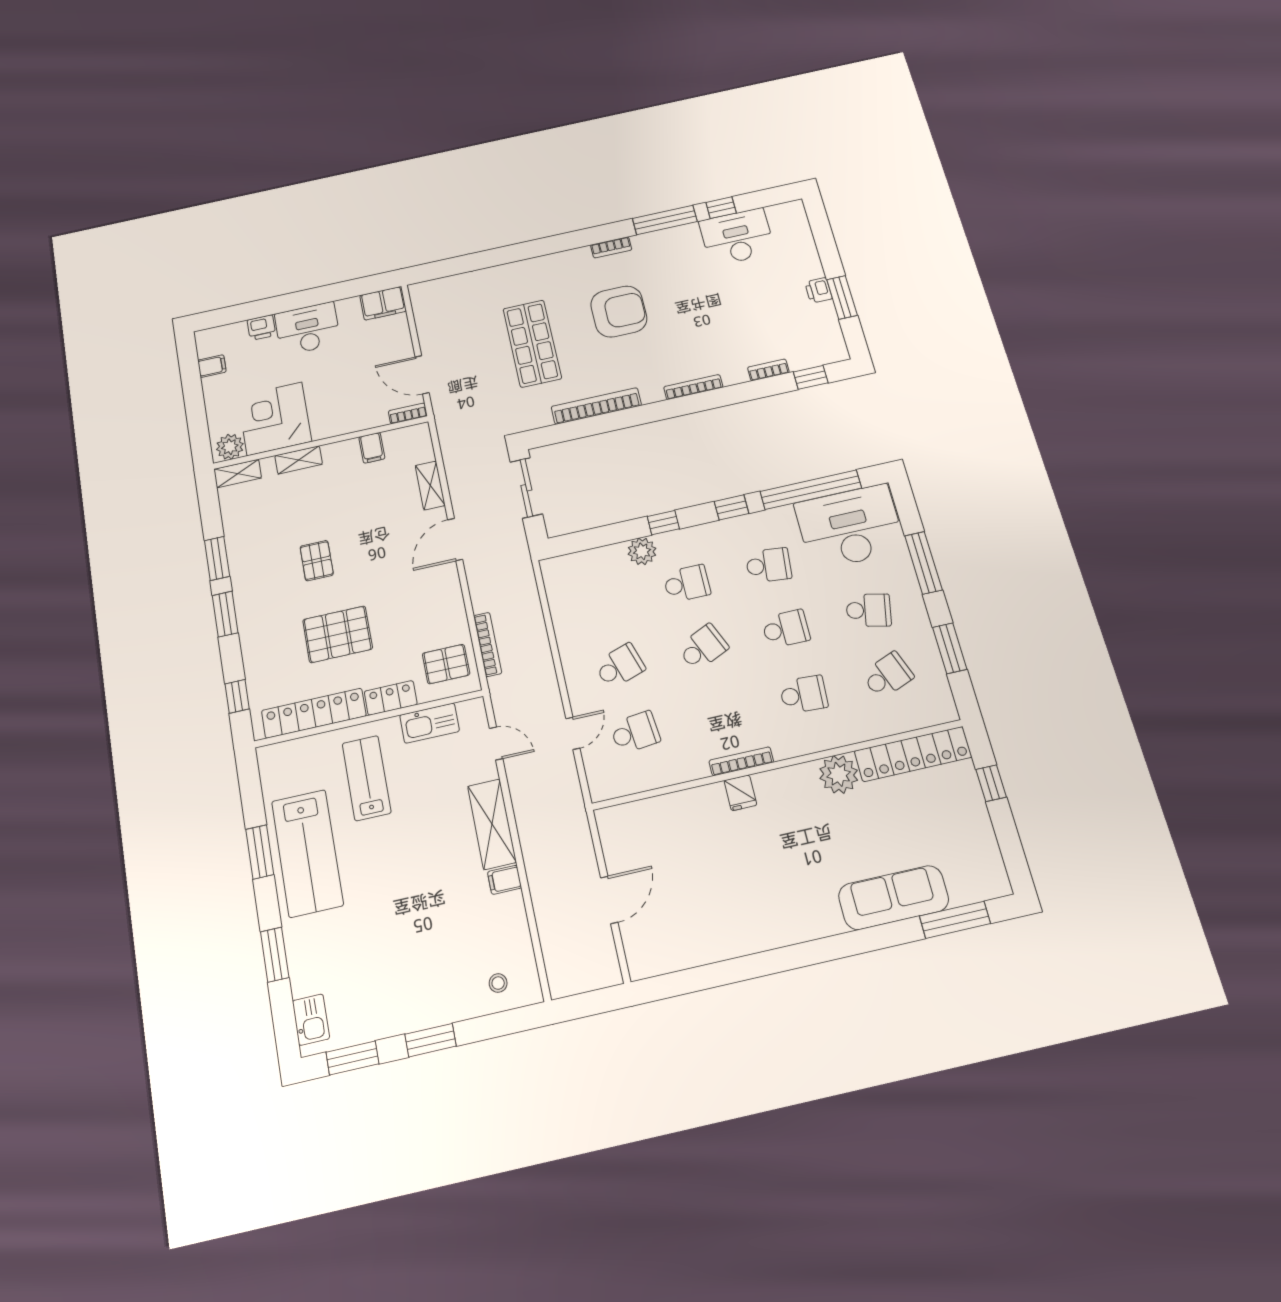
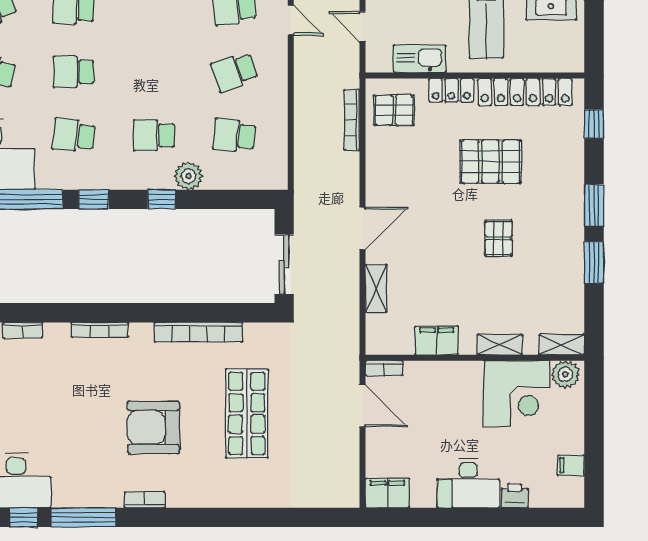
filing cabinet: (372, 448) -> (437, 340), width x2.00
school desk: (703, 648) -> (234, 135), moved, turned 30
door: (573, 733) -> (291, 20), swing flipped

